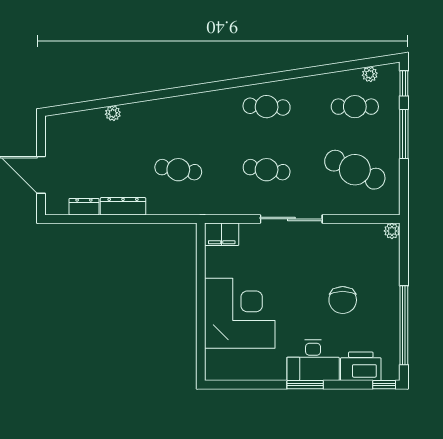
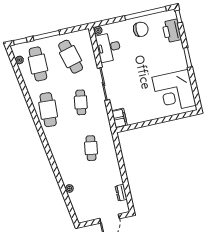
cafe table: (267, 107) -> (48, 110), width x1.37, depth x1.35
cafe table: (355, 107) -> (38, 64), width x1.37, depth x1.35
cafe table: (355, 170) -> (71, 57), turned -39
dresser: (123, 206) -> (116, 172), removed
chair: (343, 300) -> (141, 29), moved
corner desk: (240, 313) -> (174, 91), moved, turned -90
desk: (313, 360) -> (109, 47), moved, turned 180

